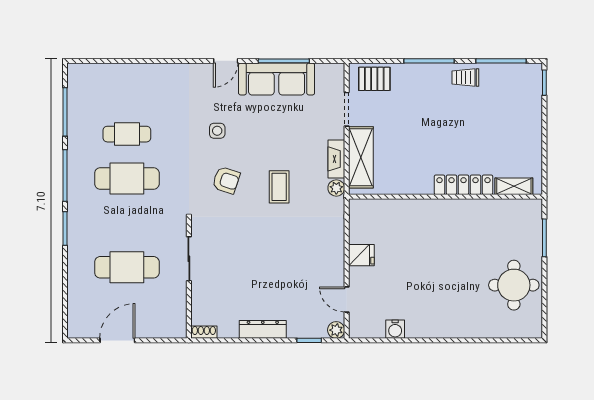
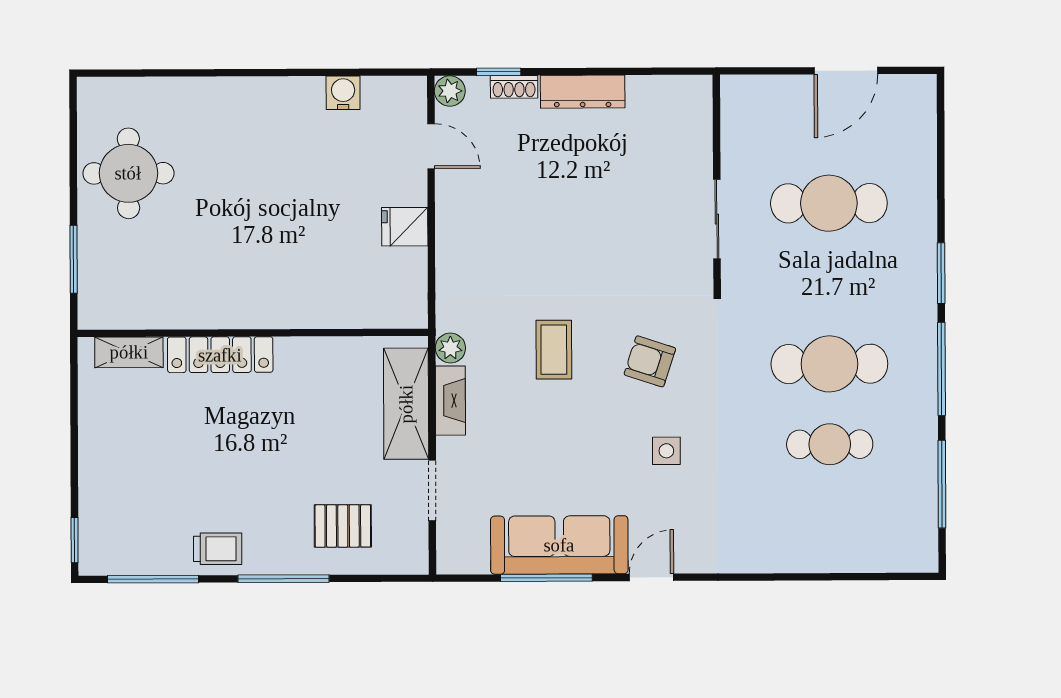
pallet: (374, 79) -> (343, 526), moved
shoe rack: (204, 332) -> (514, 87), moved

